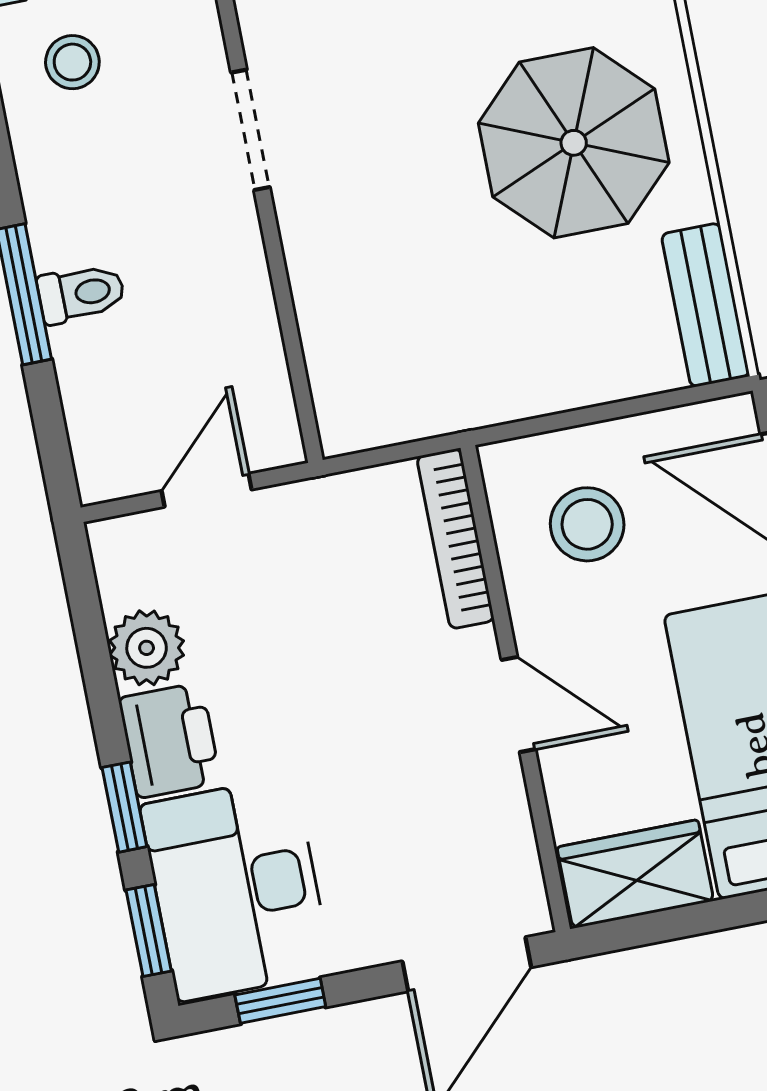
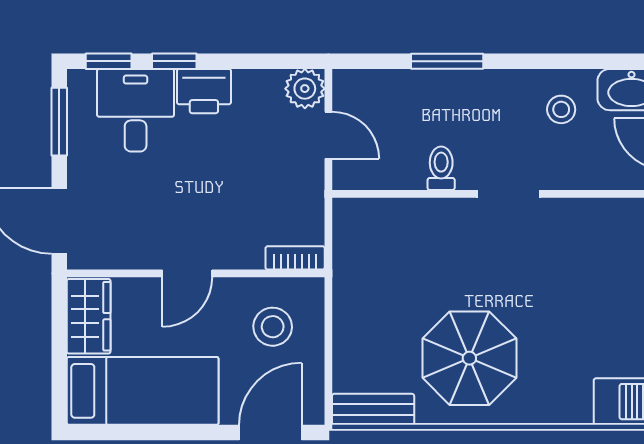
toilet: (81, 294) -> (441, 168), moved, turned 180
bookcase: (456, 539) -> (295, 258), width x0.64
plant: (147, 648) -> (305, 89), moved
desk: (236, 889) -> (136, 110), width x0.73
window: (280, 1001) -> (59, 122), width x1.50

